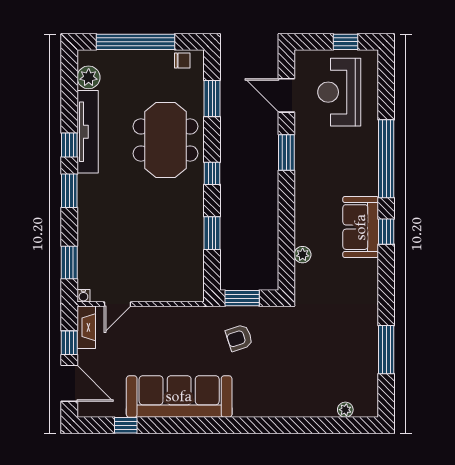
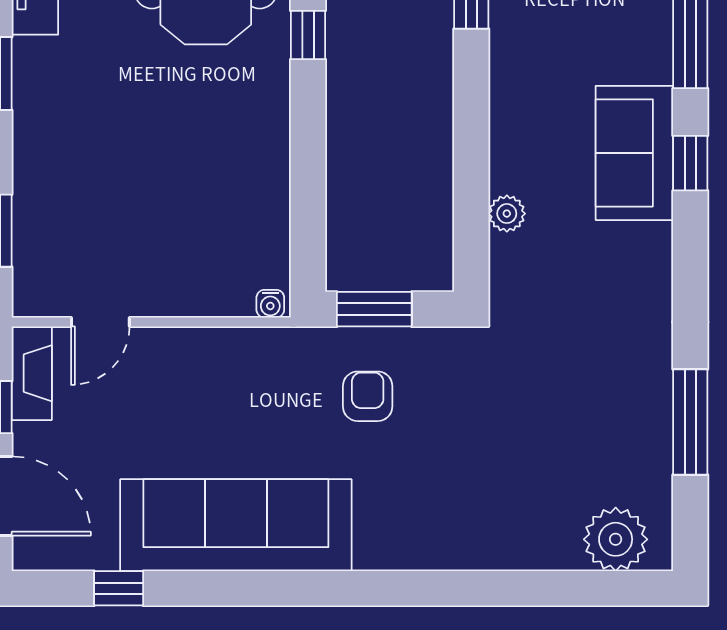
window: (212, 233) -> (308, 166), removed
water cooler: (83, 296) -> (270, 304), moved
armchair: (239, 338) -> (368, 396), turned 108
plant: (345, 410) -> (616, 539), width x1.88, depth x1.88

